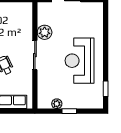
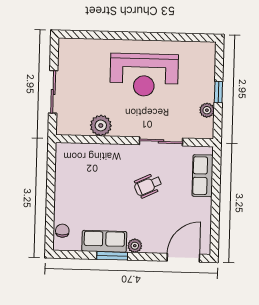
sliding door: (35, 55) -> (161, 141), moved
window: (106, 89) -> (187, 37), removed

